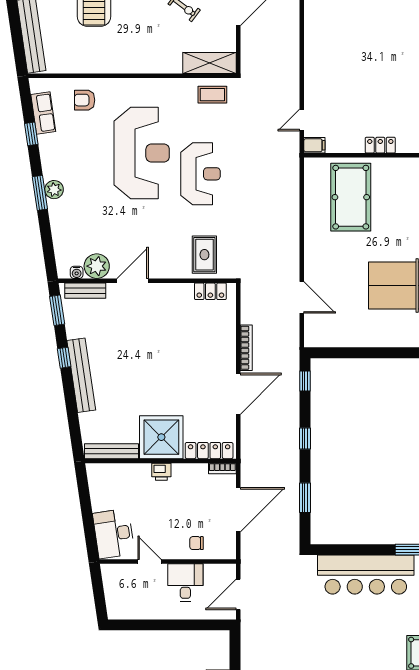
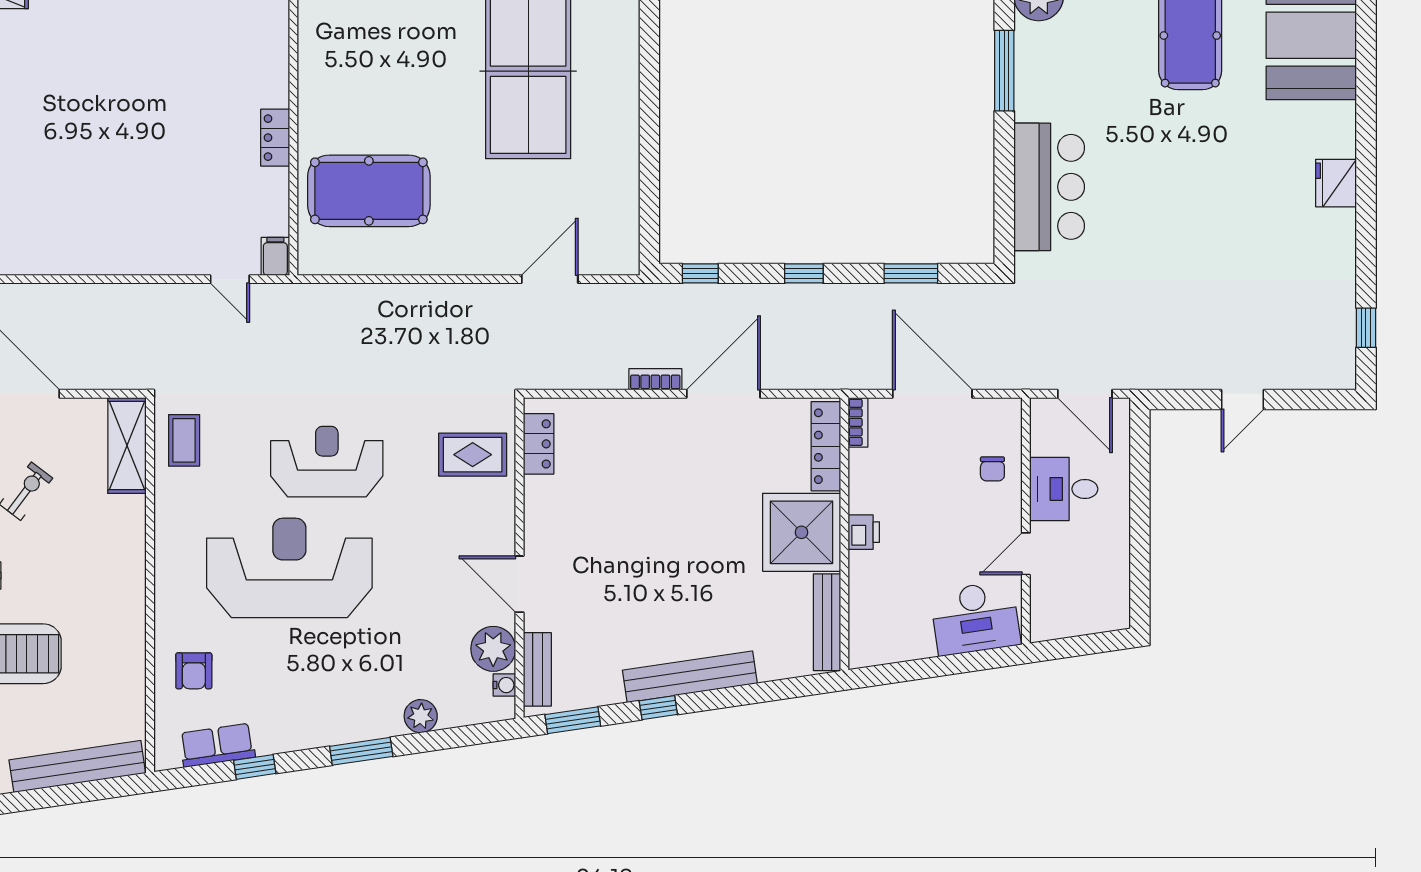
plant: (54, 190) -> (421, 716), moved
bookcase: (246, 348) -> (655, 379), width x0.64
door: (238, 394) -> (723, 394), hinge flipped
bar counter: (366, 575) -> (1049, 187), width x0.73

